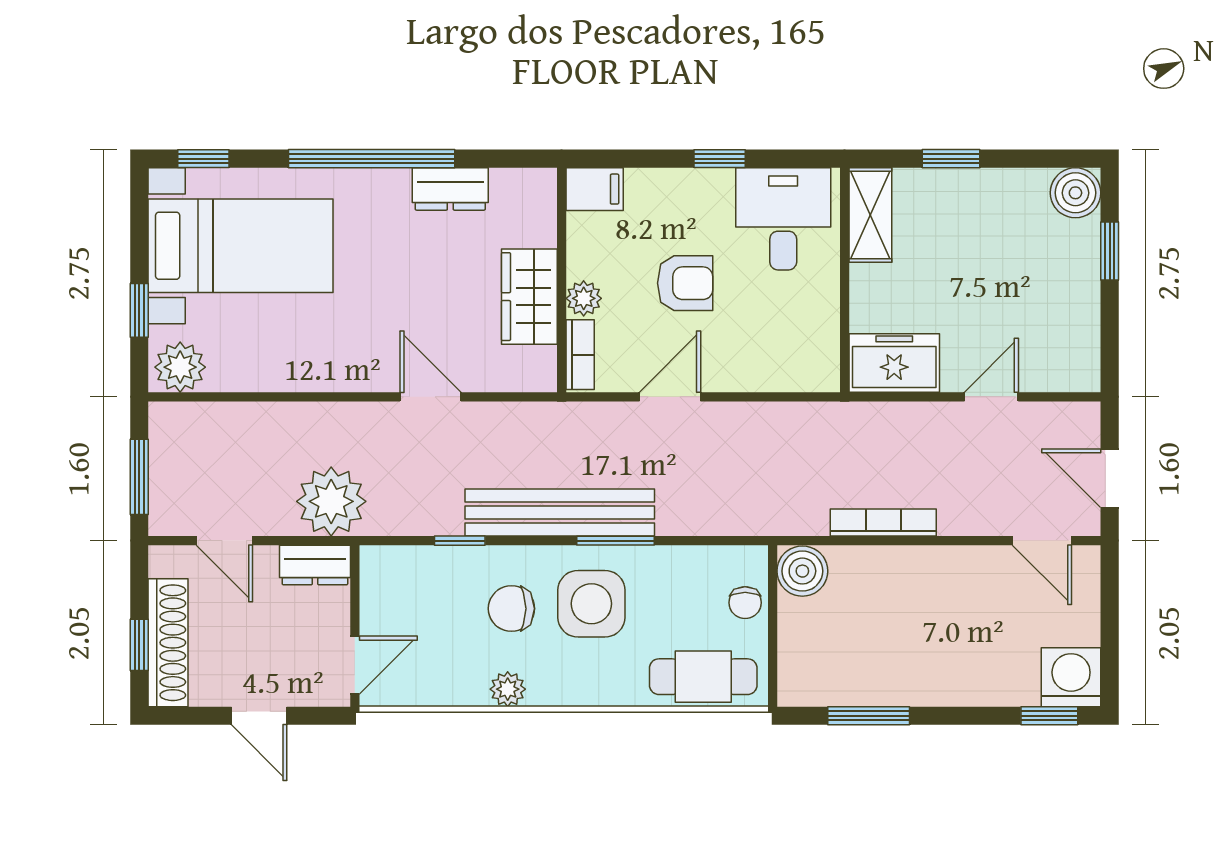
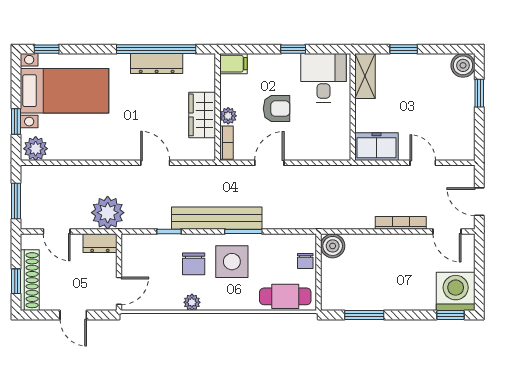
window: (372, 159) -> (156, 49), moved
dresser: (450, 189) -> (157, 64), width x1.44
door: (991, 397) -> (423, 163), hinge flipped
bookcase: (883, 522) -> (401, 223), moved
chair: (511, 609) -> (194, 264), turned -90
washing machine: (1071, 677) -> (456, 291), width x1.37, depth x1.37

